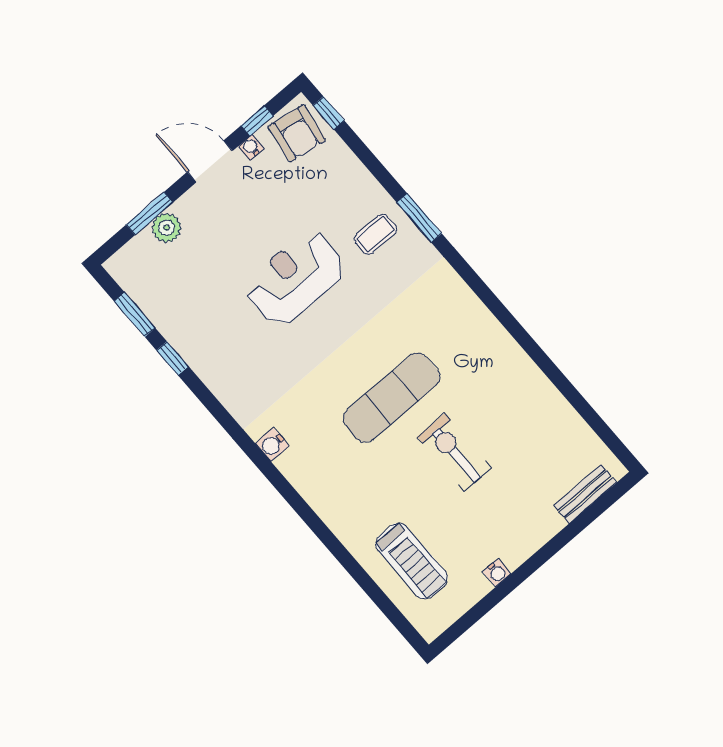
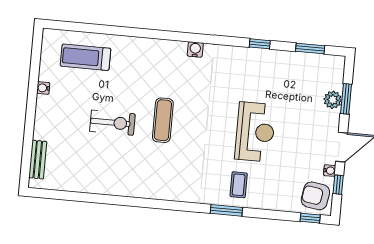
window: (172, 358) -> (260, 44), moved
exercise mat: (392, 398) -> (163, 120), width x0.73, depth x0.69

